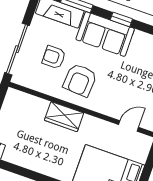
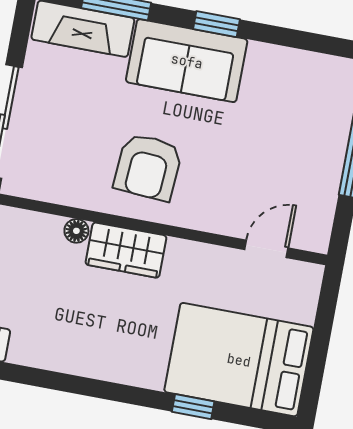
armchair: (54, 57) -> (85, 127), removed
floor lamp: (43, 104) -> (76, 231), added

